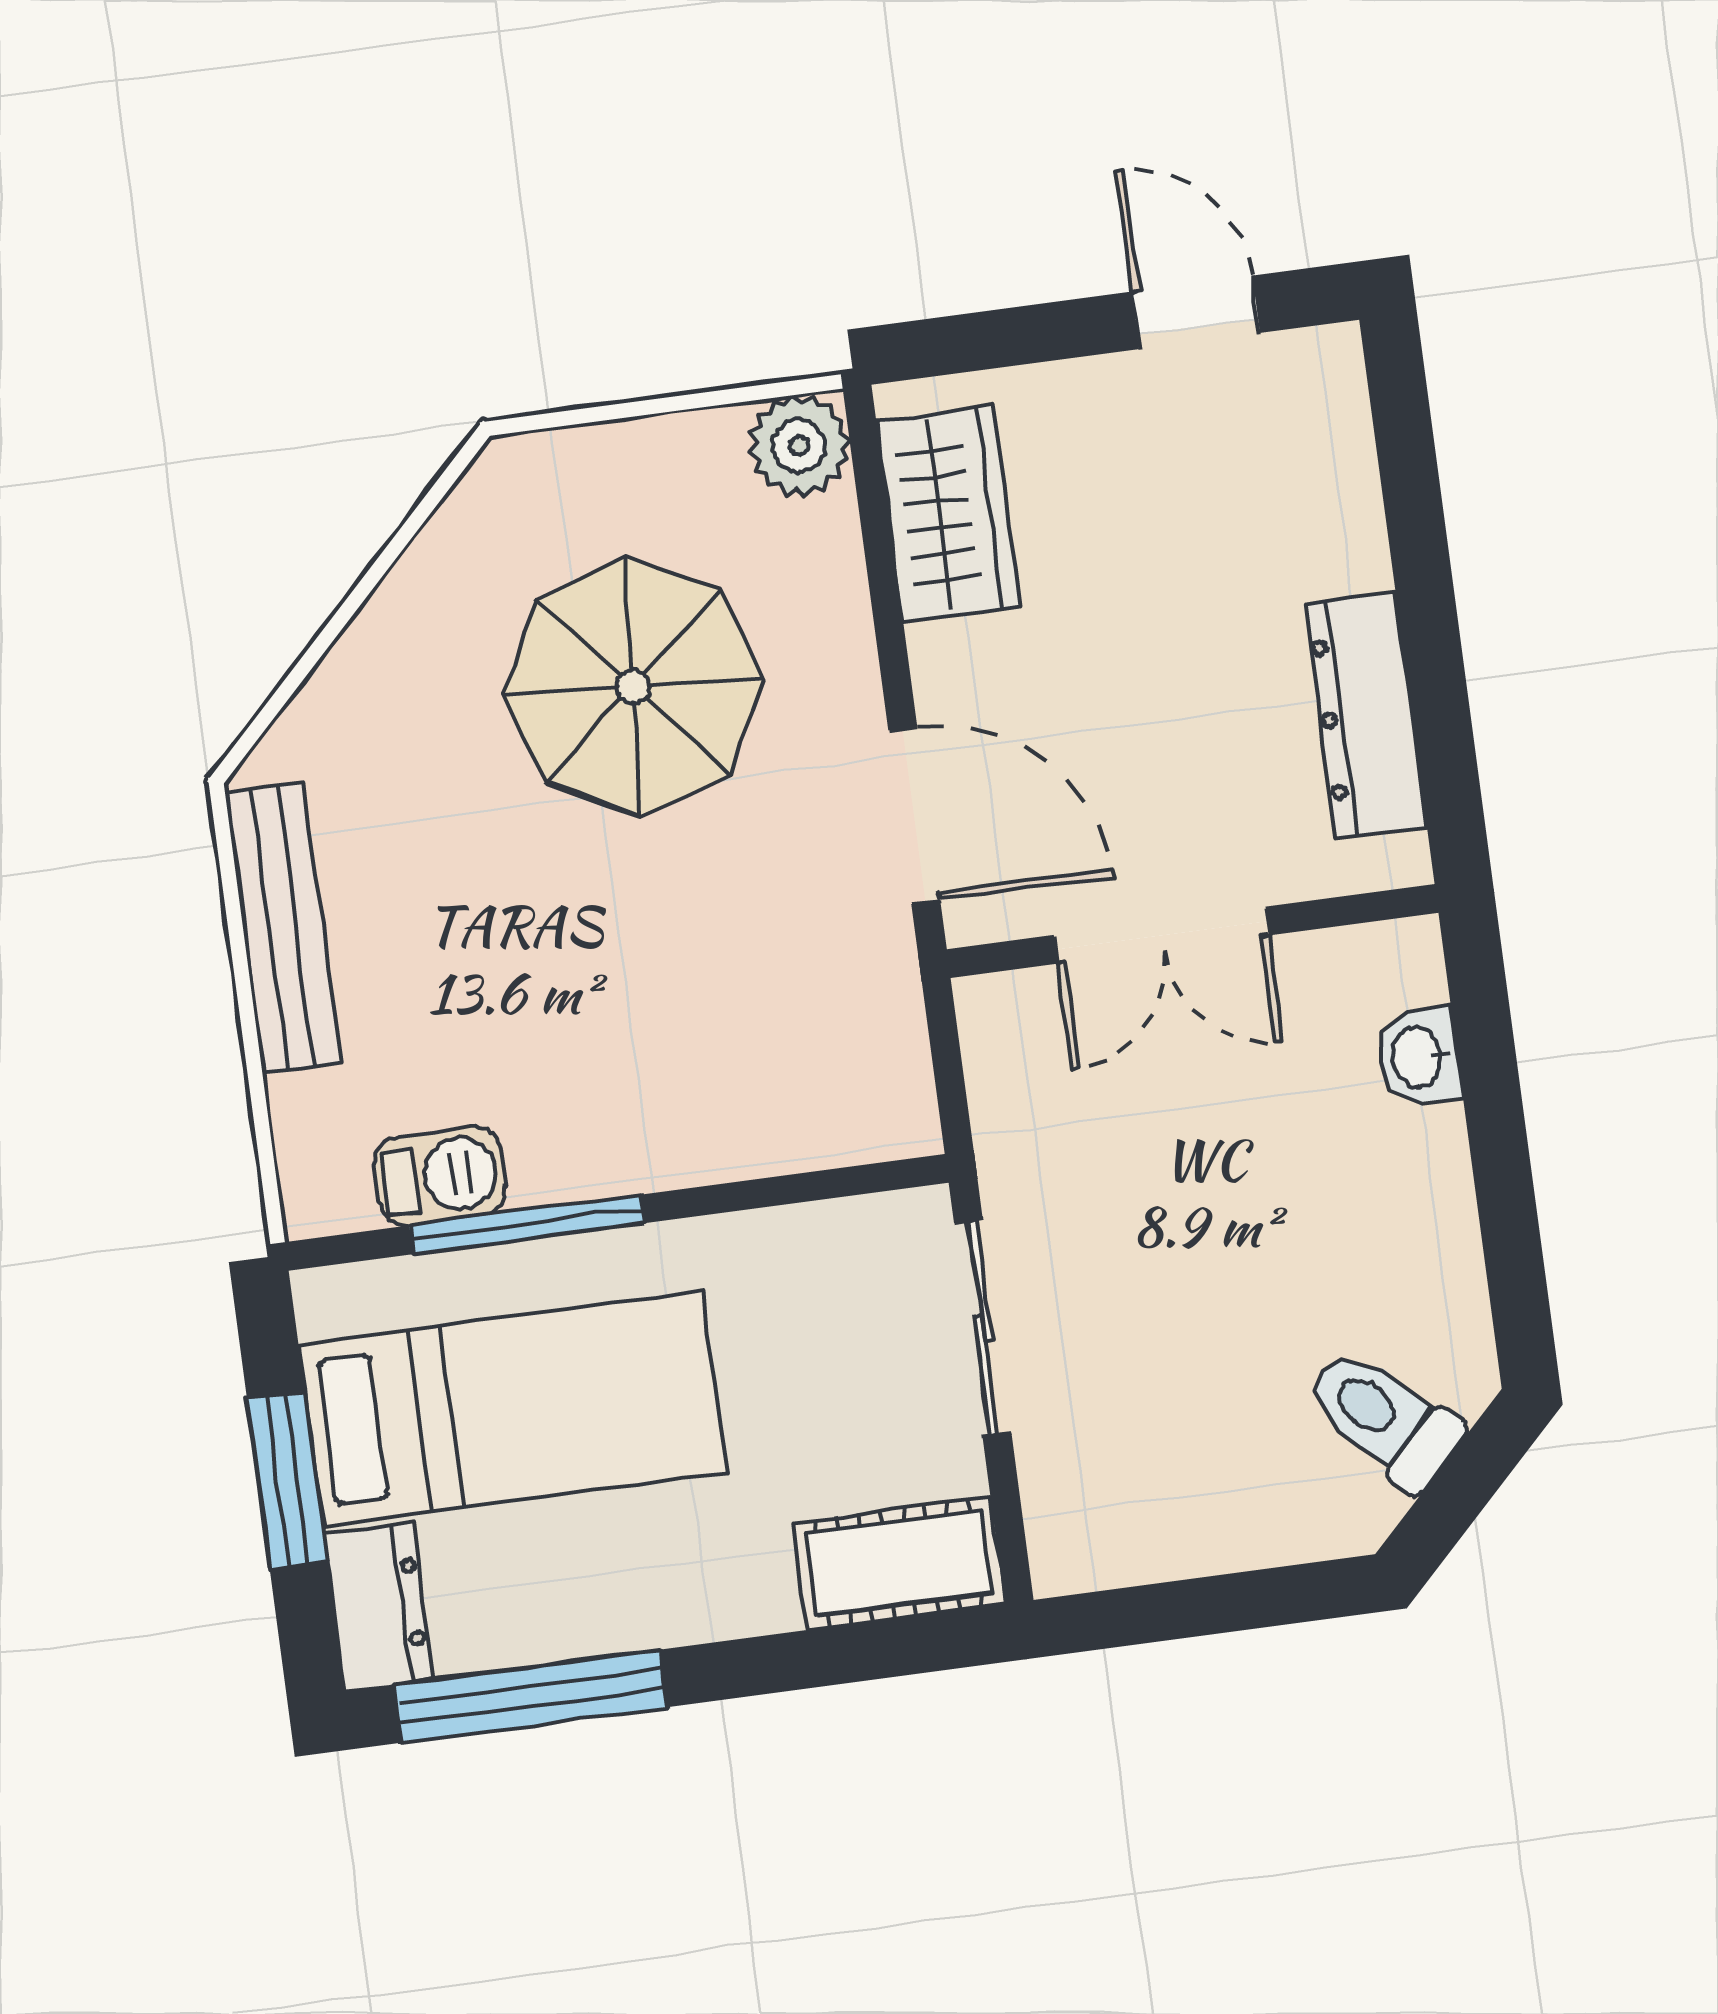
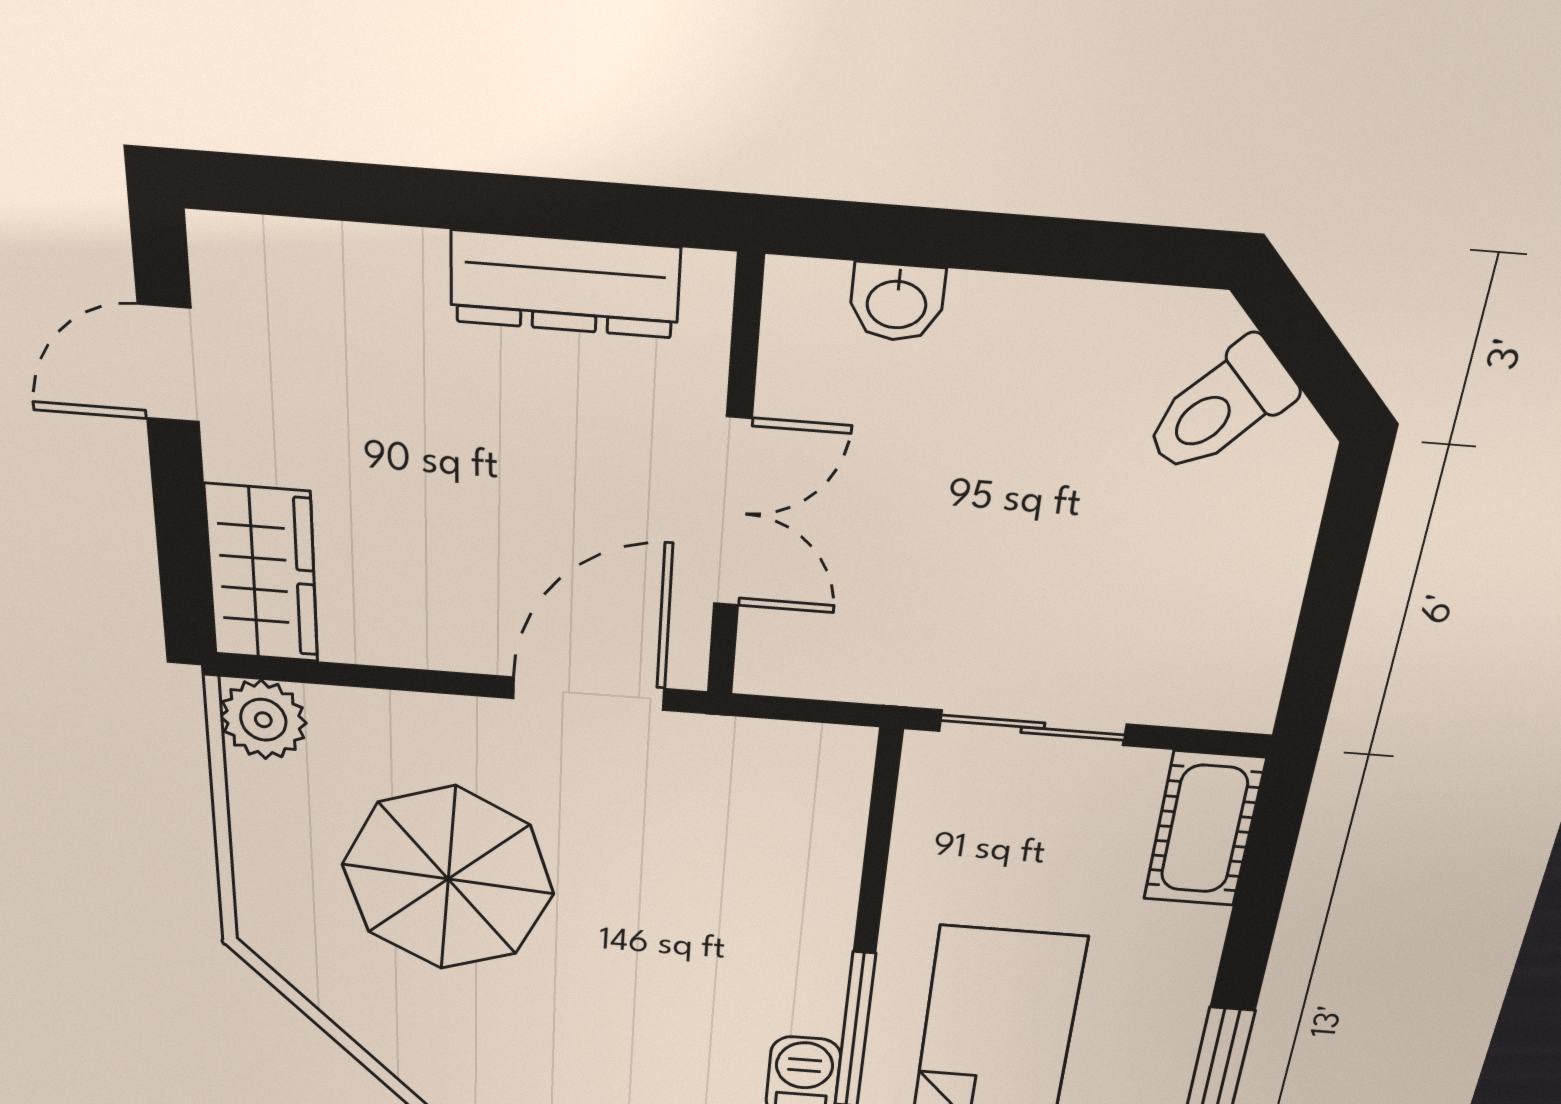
wardrobe: (948, 514) -> (262, 574), moved, turned 90

